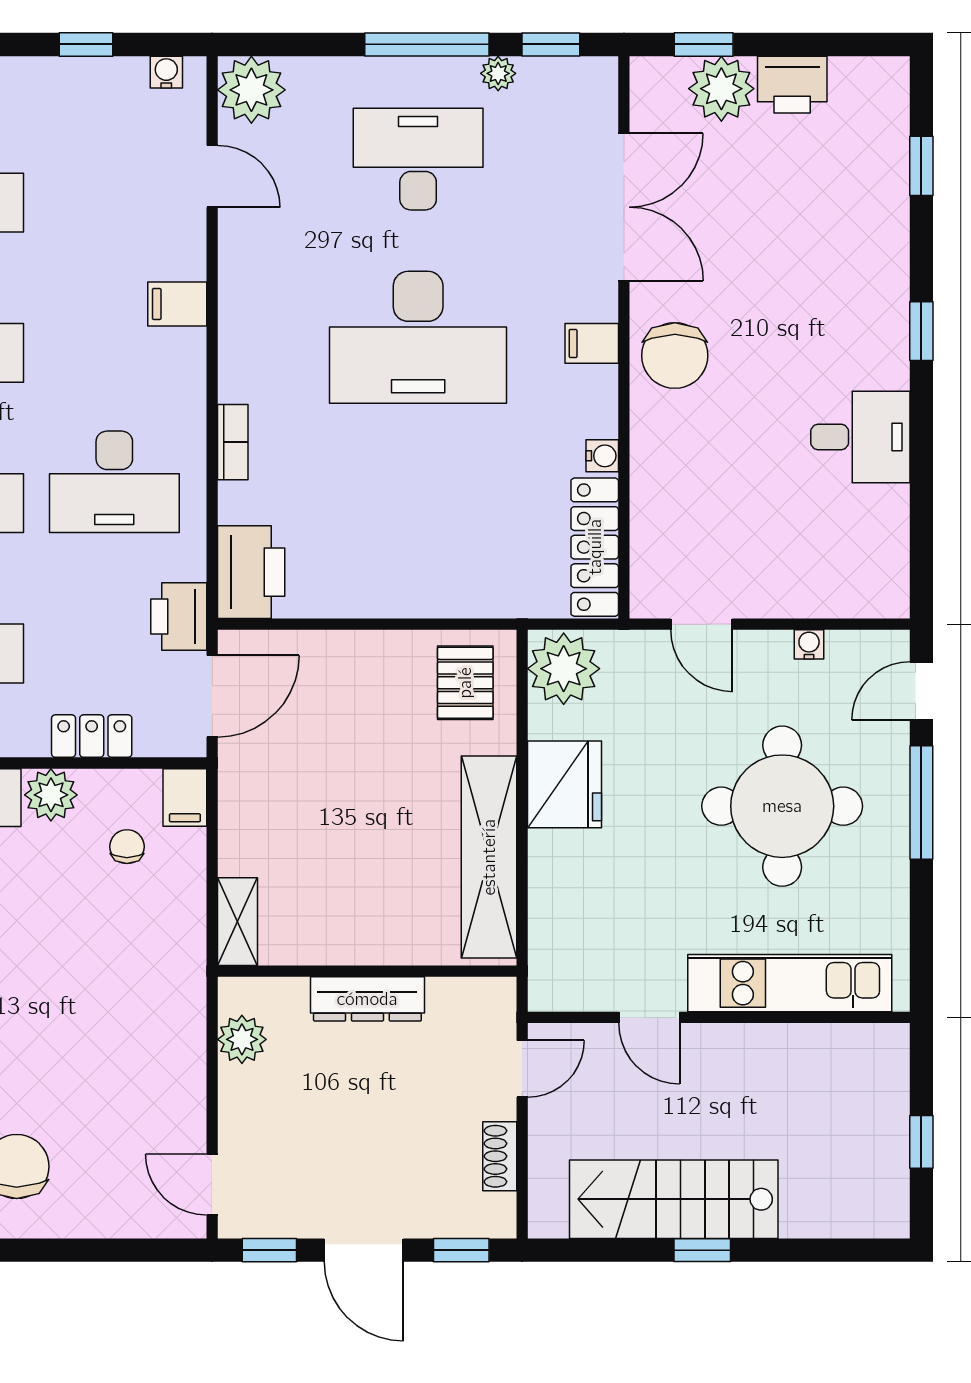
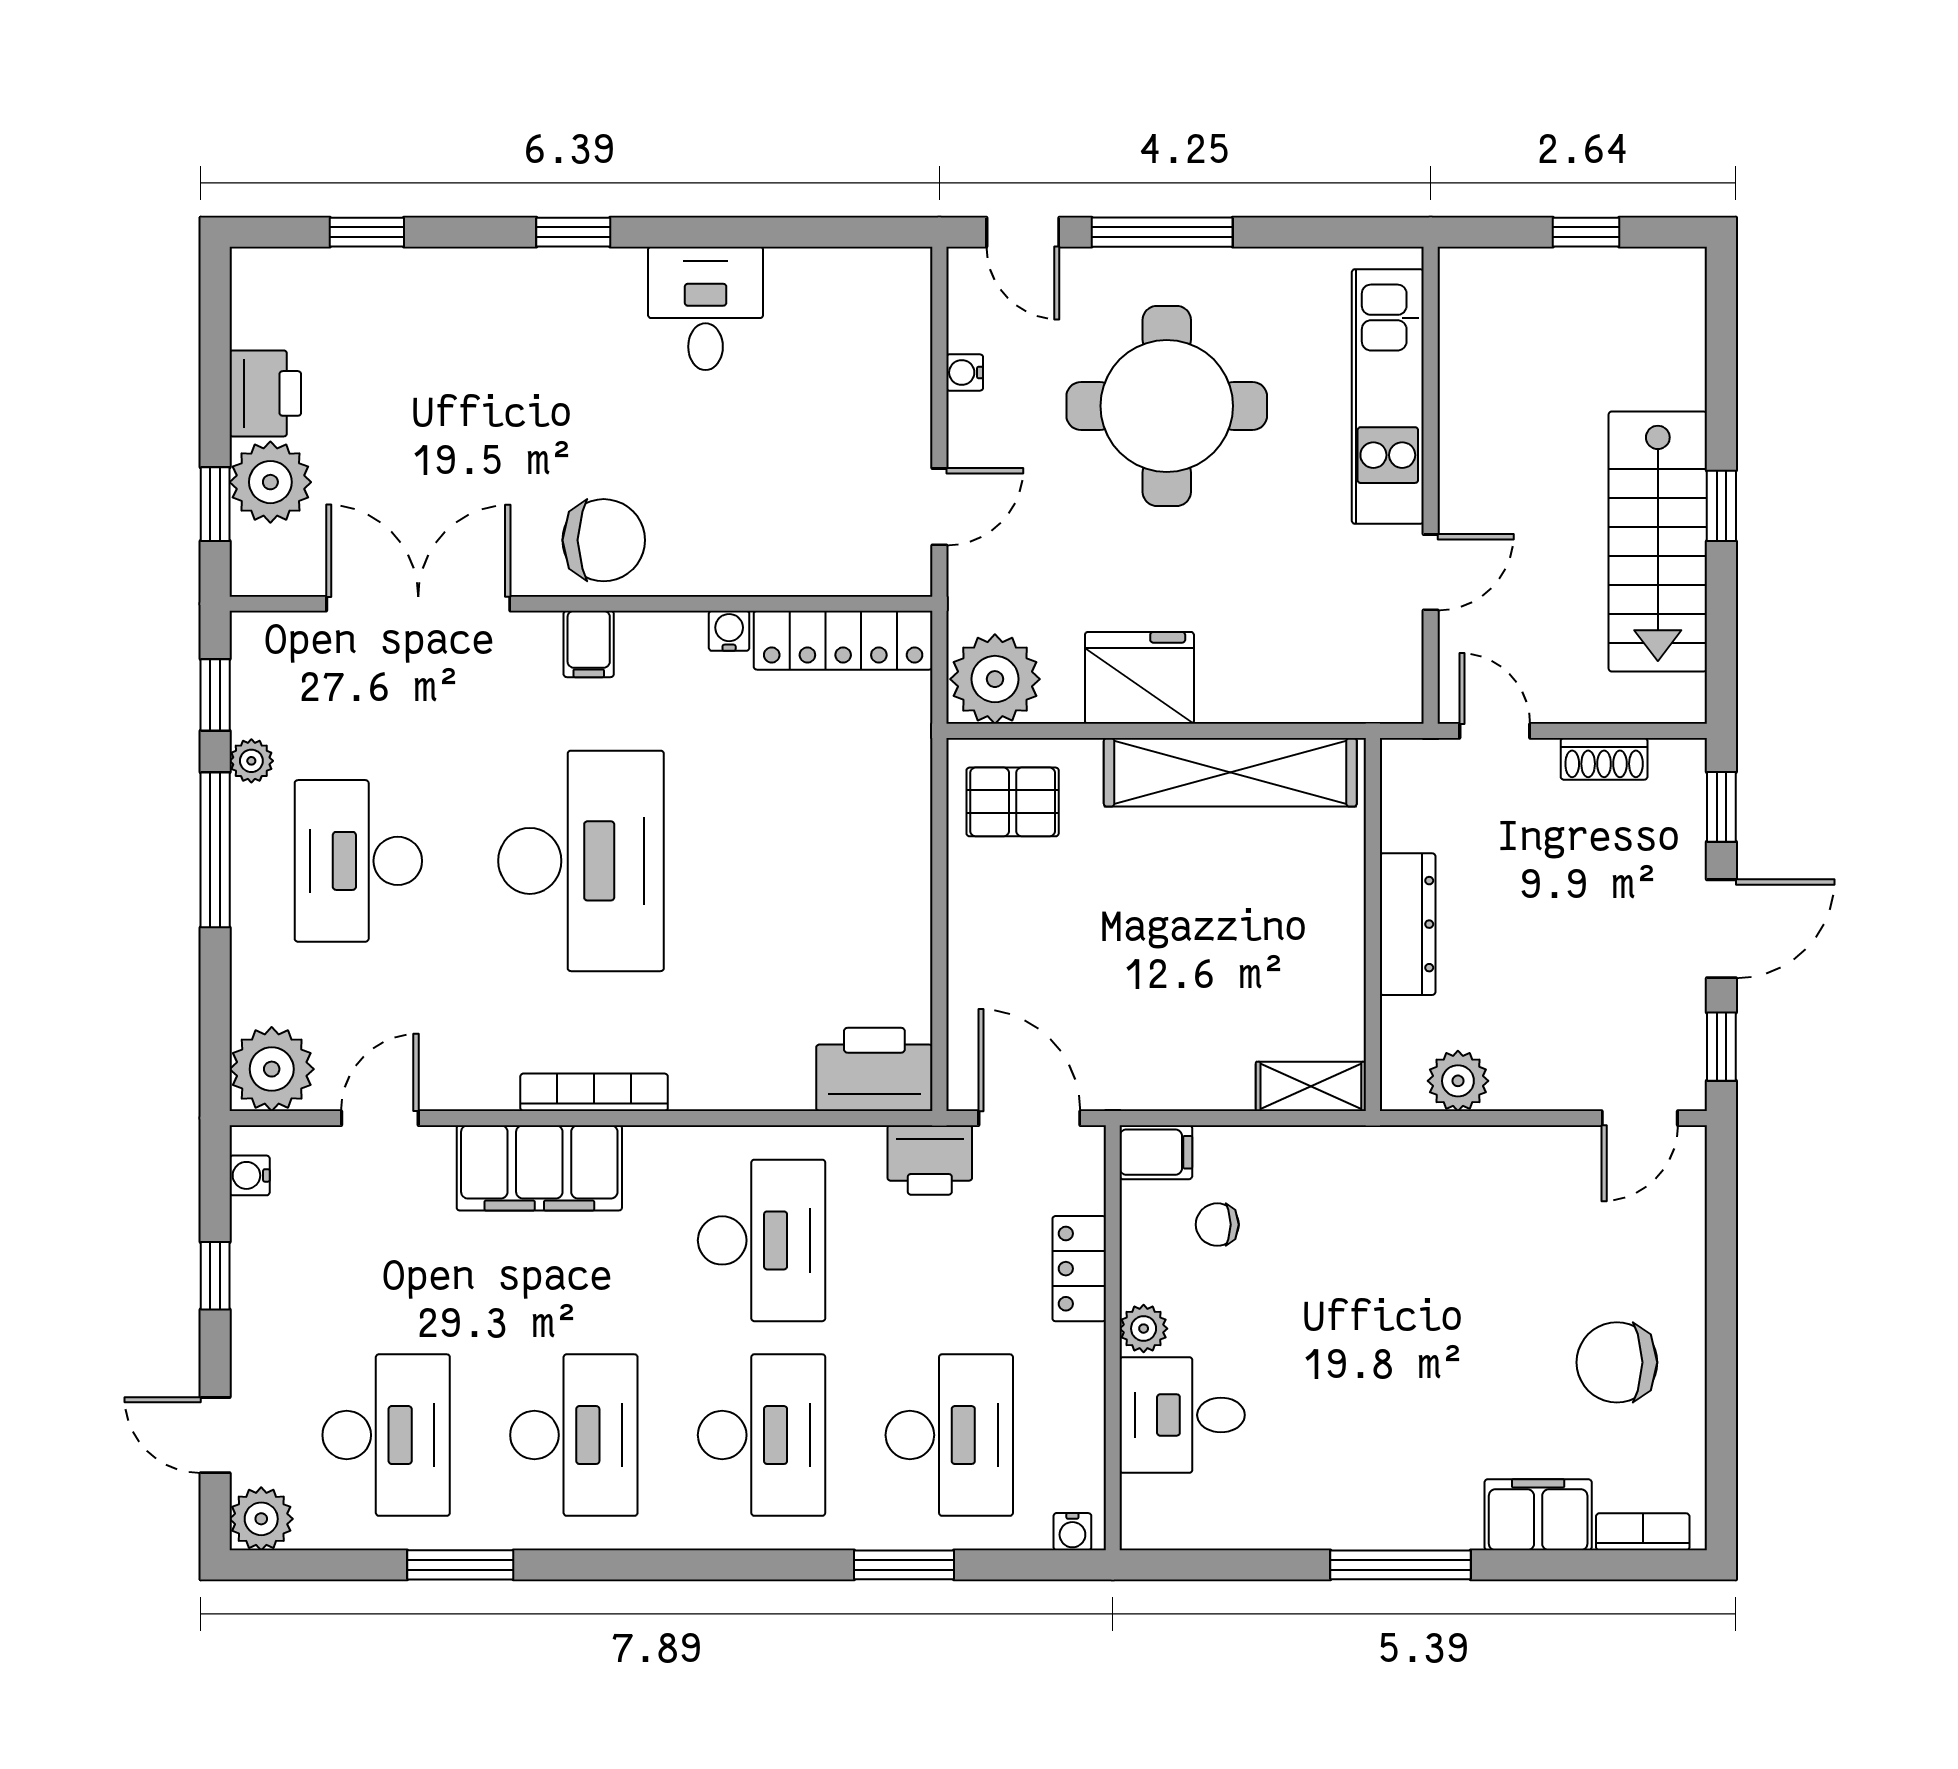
filing cabinet: (177, 304) -> (539, 1168), width x3.00, depth x1.17
bookcase: (233, 442) -> (594, 1092), moved, width x1.56
plant: (51, 795) -> (1144, 1329), width x0.73, depth x0.73

